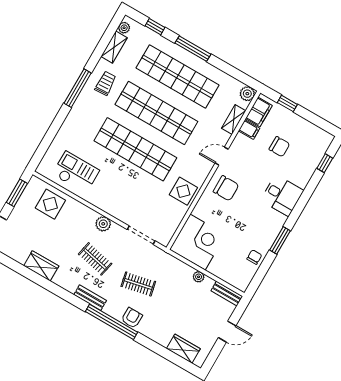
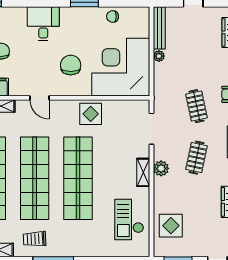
chair: (226, 188) -> (71, 65), moved
shelving: (108, 207) -> (143, 172), added
corner desk: (198, 242) -> (121, 67), width x1.36, depth x1.36
bench: (227, 293) -> (159, 28), width x1.36

